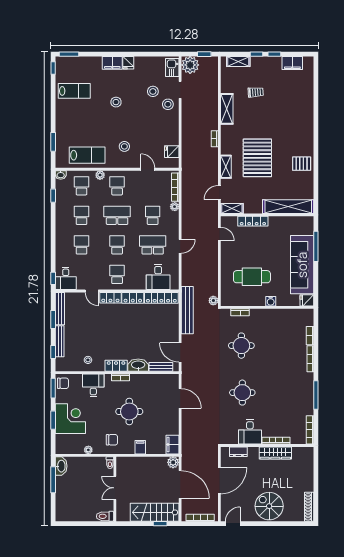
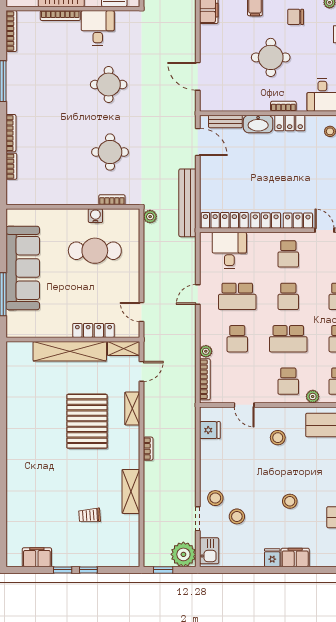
shelving: (238, 61) -> (114, 559), removed
pallet: (302, 164) -> (24, 413), removed
shelving: (288, 207) -> (70, 351), moved
fridge: (307, 300) -> (16, 217), removed
water cooler: (271, 301) -> (95, 216), moved

